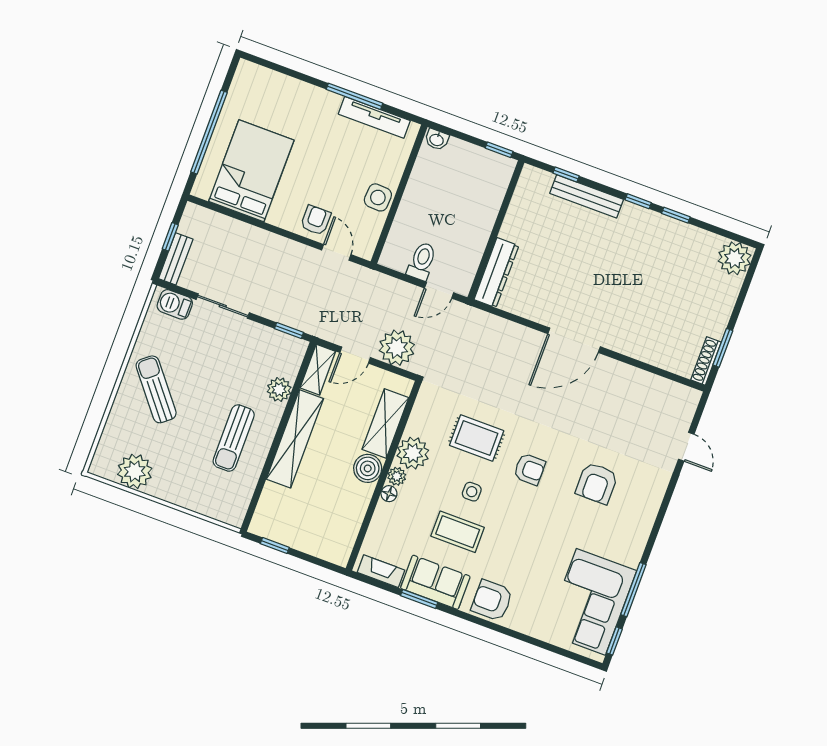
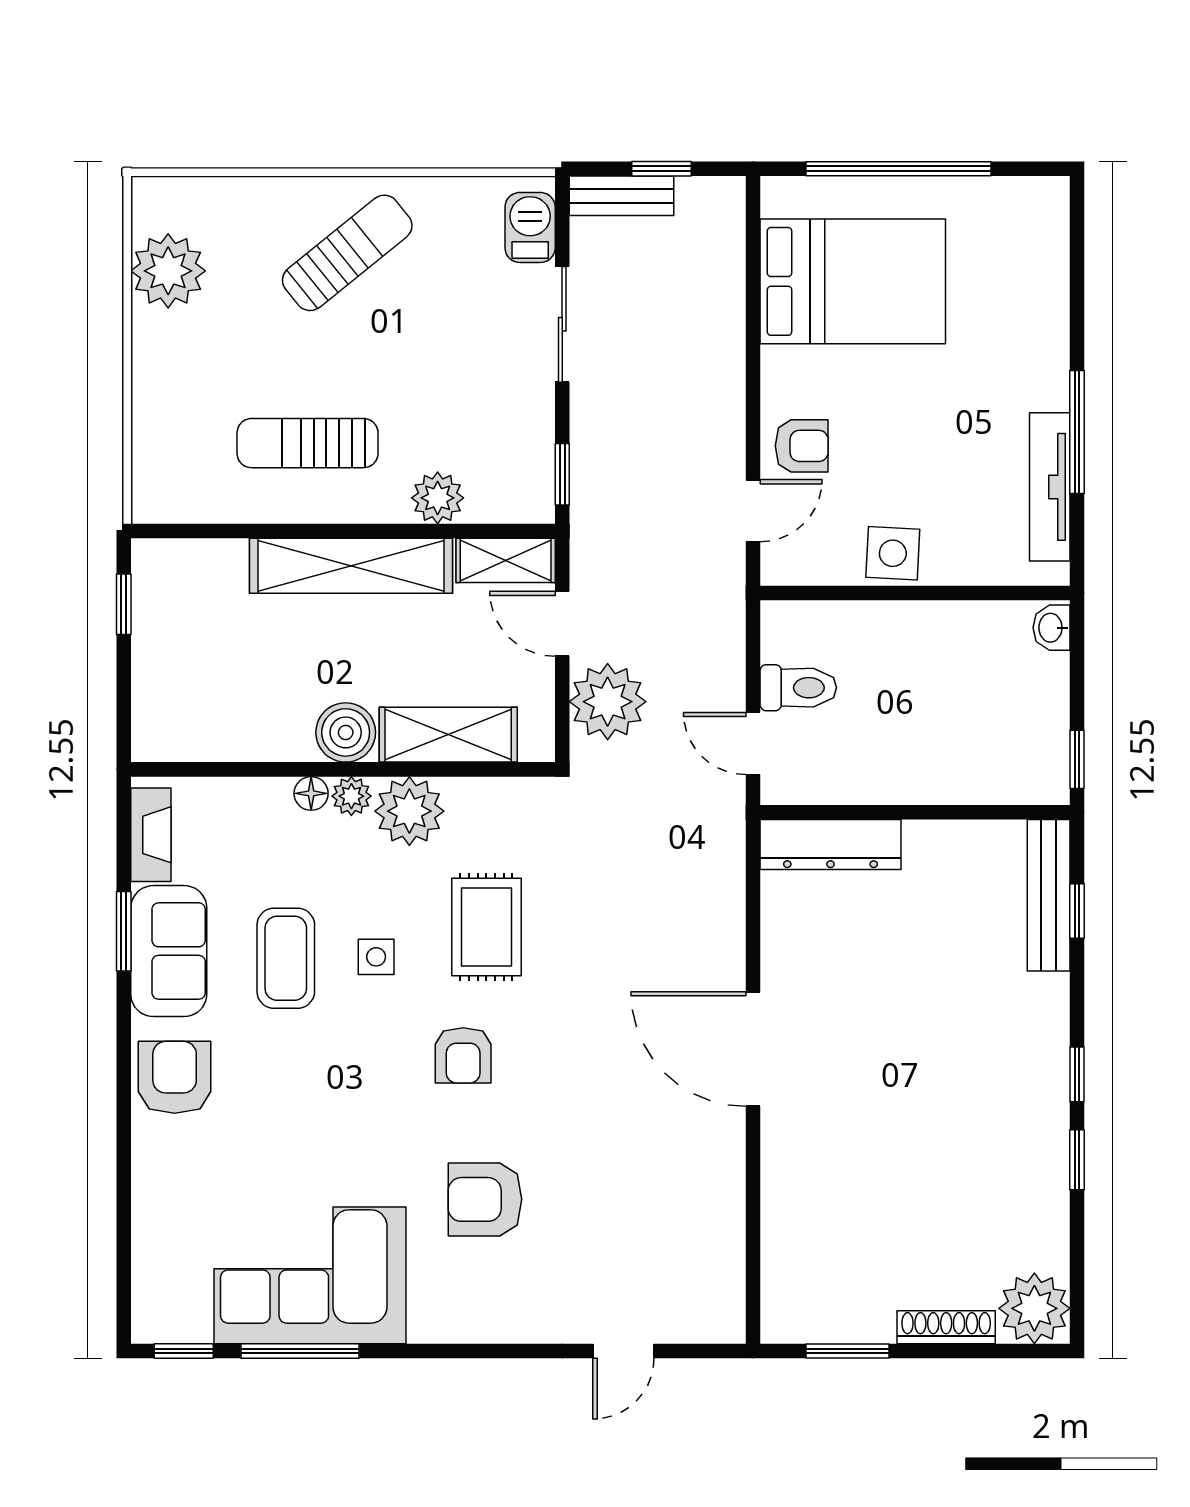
bench: (587, 196) -> (1049, 895), moved
shoe rack: (706, 361) -> (946, 1327), moved
corner sofa: (591, 602) -> (310, 1275), moved

